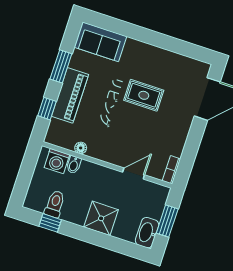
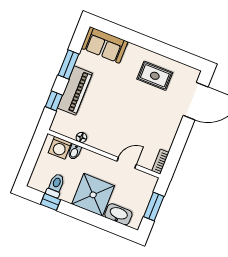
rug: (144, 95) -> (155, 76), moved
shower: (101, 218) -> (93, 195), width x1.37, depth x1.37
washbasin: (147, 233) -> (118, 214), moved, turned 90

